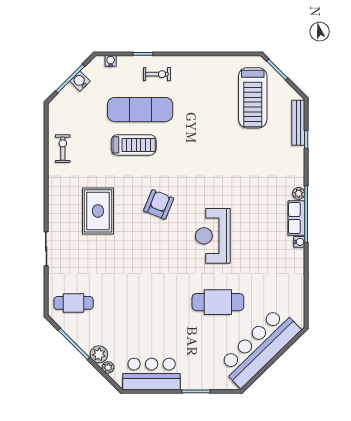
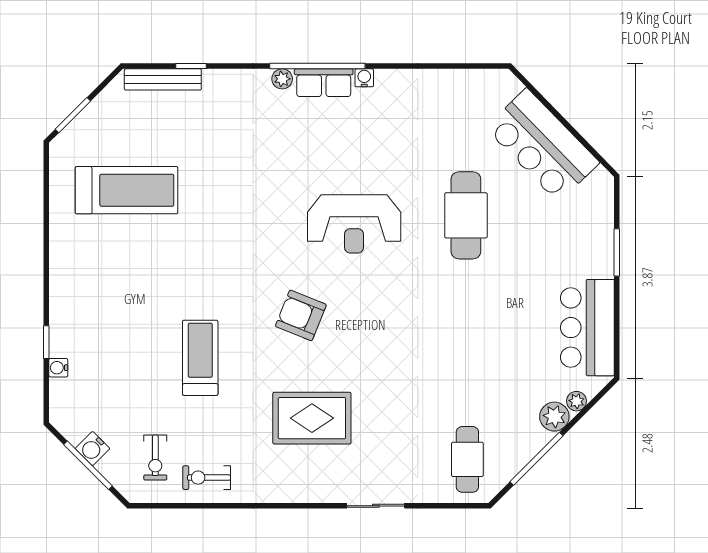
water cooler: (111, 61) -> (58, 368), moved
exercise bike: (157, 74) -> (155, 458), moved, turned 180
treadmill: (253, 98) -> (127, 190), moved
exercise mat: (140, 110) -> (140, 347), removed
bar counter: (259, 347) -> (542, 145), width x0.73

